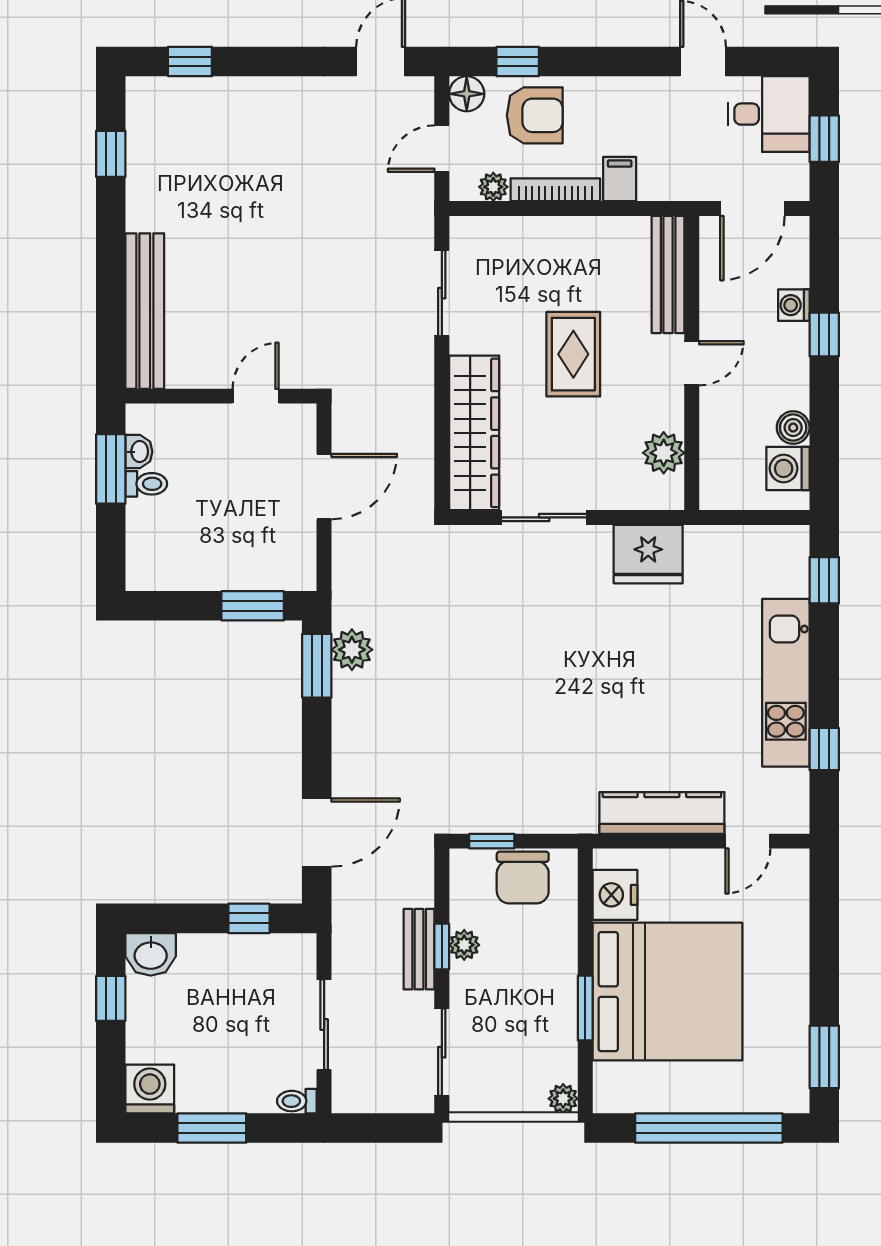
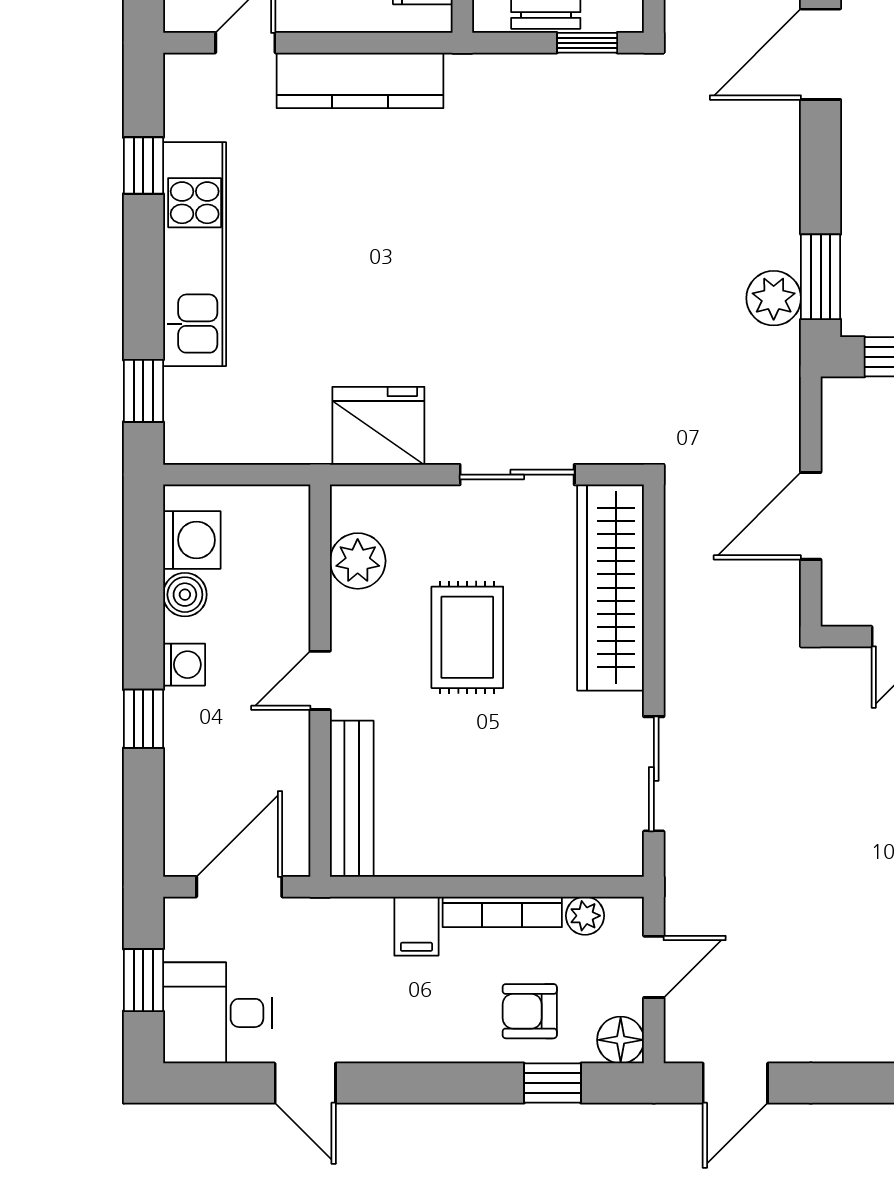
armchair: (535, 115) -> (530, 1011), width x0.72, depth x0.72
washing machine: (794, 305) -> (184, 665), moved
rug: (573, 354) -> (467, 637), moved

